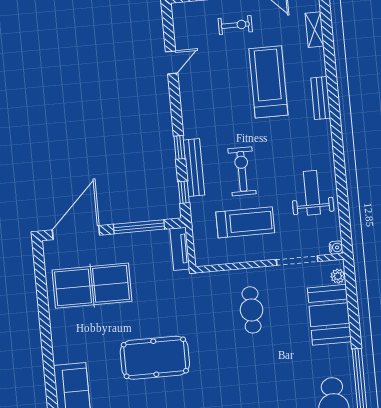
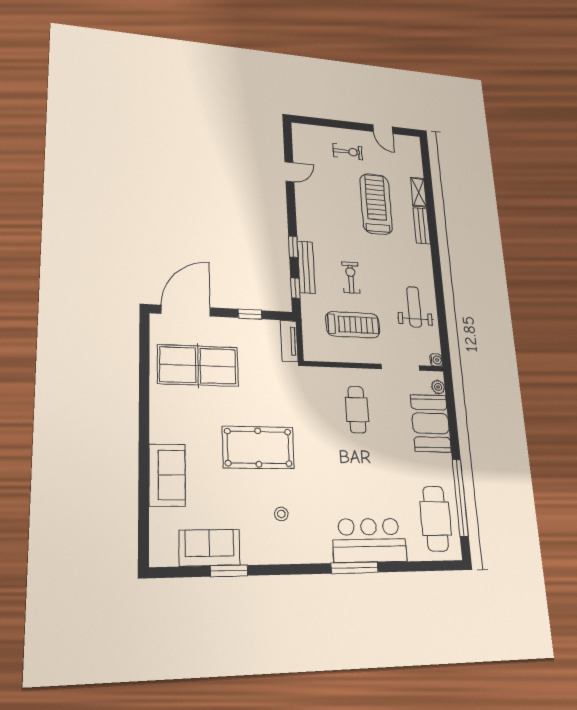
shelving: (315, 30) -> (419, 192), moved
exercise bike: (242, 171) -> (351, 278), width x0.73, depth x0.72
window: (139, 227) -> (250, 314), width x0.46

